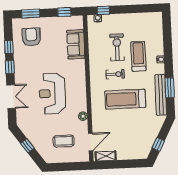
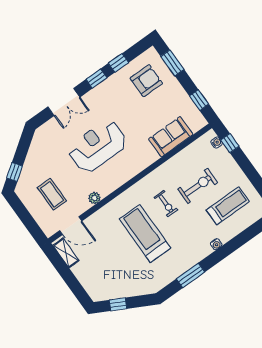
treadmill: (138, 56) -> (228, 206), moved
bench: (161, 95) -> (176, 270), removed
window: (27, 146) -> (15, 172), moved

